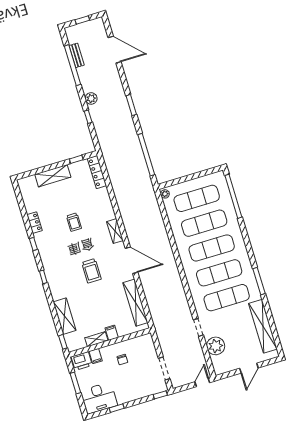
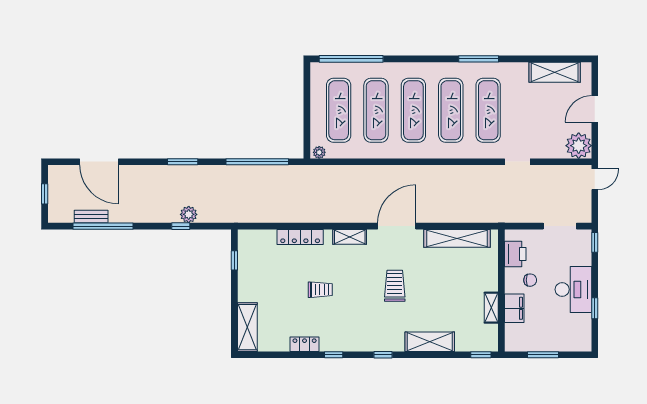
door: (115, 50) -> (99, 162), swing flipped
plant: (91, 98) -> (189, 214), moved
locker: (97, 172) -> (300, 237), moved
shelving: (53, 176) -> (247, 327), moved
trolley: (91, 271) -> (395, 286), turned -90
shelving: (65, 316) -> (430, 342), moved
shelving: (263, 326) -> (555, 72), width x0.68
filing cabinet: (112, 333) -> (489, 284), removed
plant: (216, 346) -> (579, 146), moved
filing cabinet: (96, 356) -> (514, 308), width x2.00
printer: (82, 361) -> (515, 254), moved
door: (249, 368) -> (595, 109), swing flipped
door: (202, 382) -> (595, 179), swing flipped
desk: (99, 398) -> (573, 289), moved

